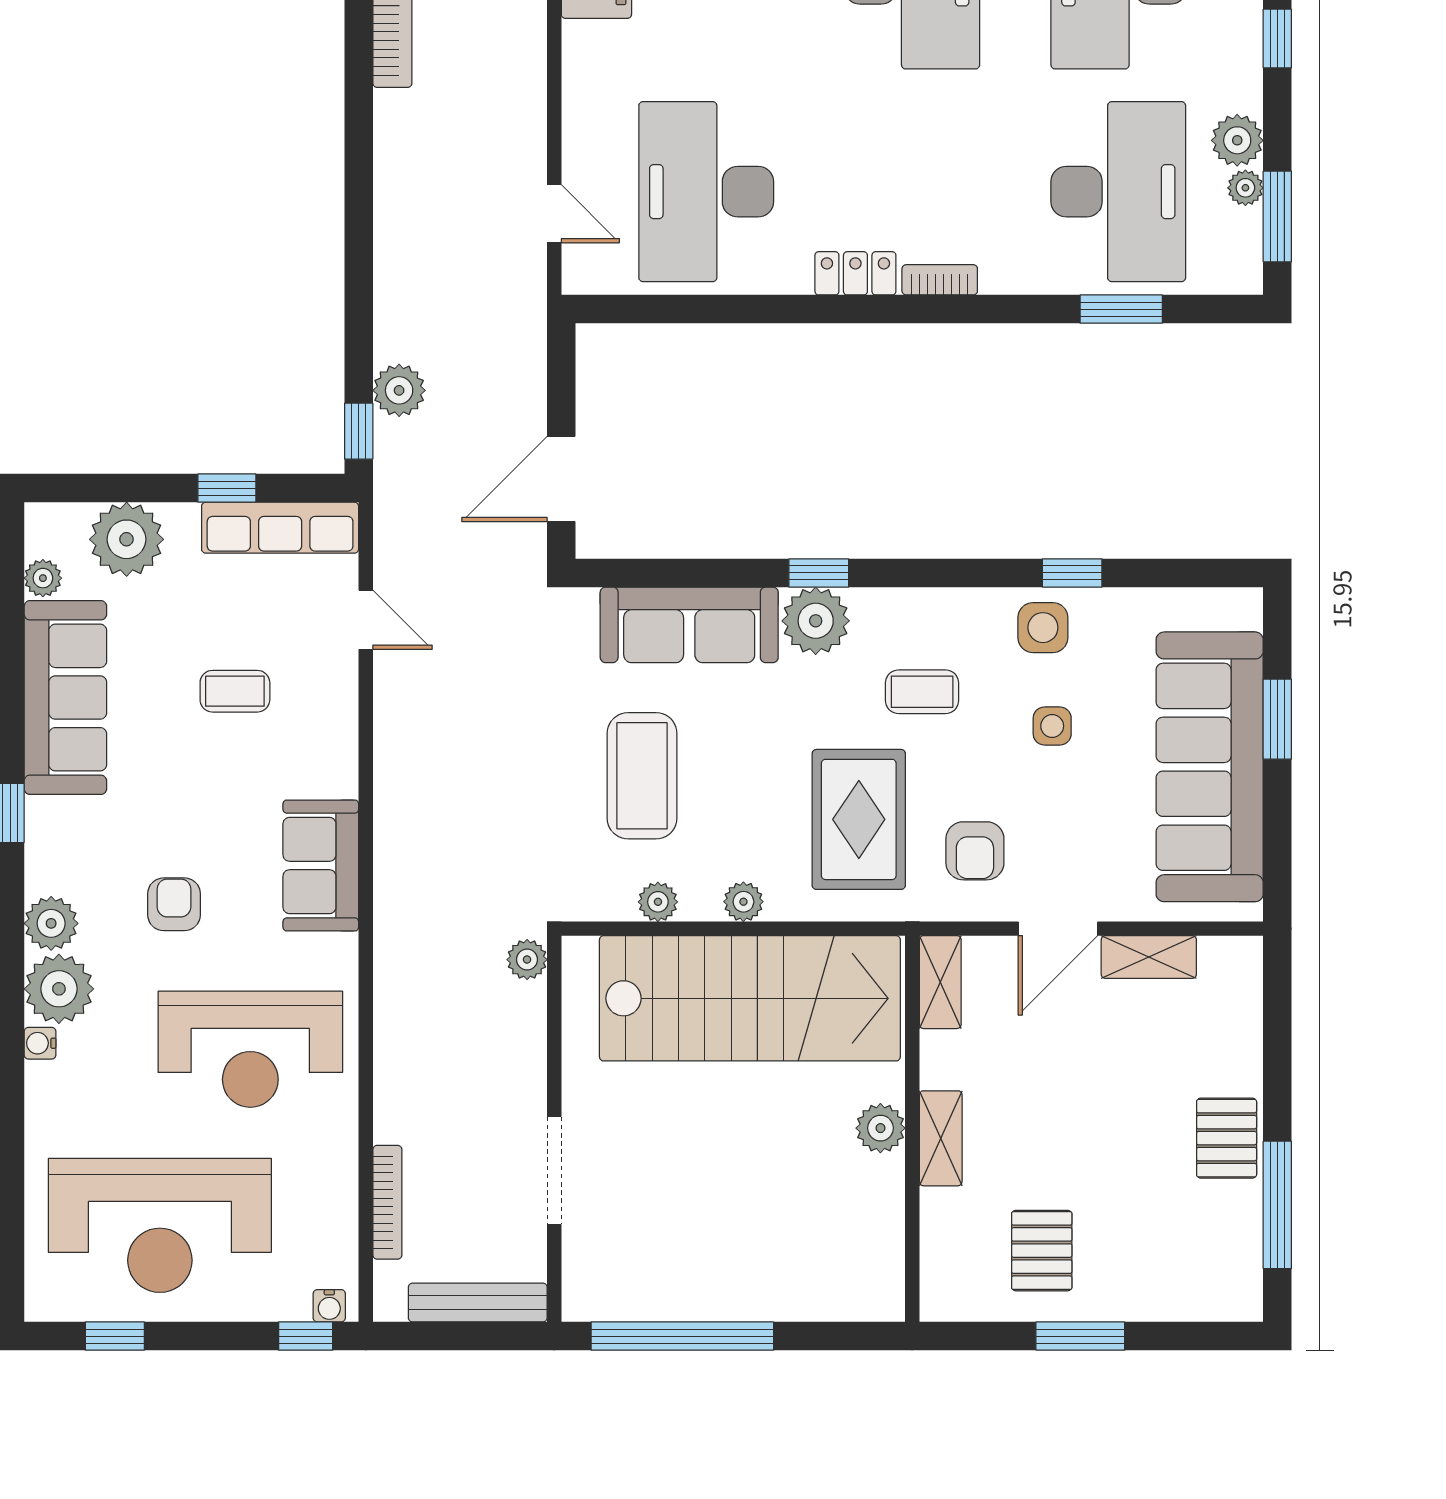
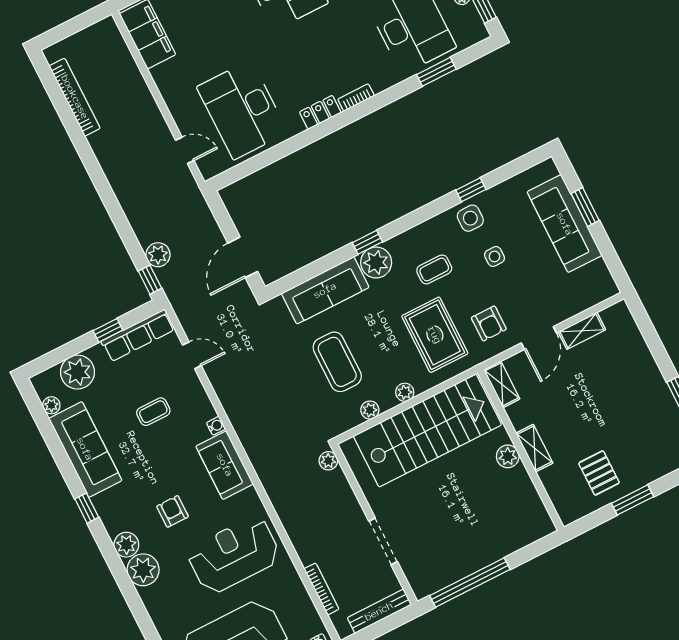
sofa: (1210, 767) -> (565, 224), width x0.74, depth x0.79
water cooler: (40, 1043) -> (216, 426), moved, turned 180
reception desk: (250, 1049) -> (234, 555), turned 180
pallet: (1227, 1138) -> (651, 389), removed

